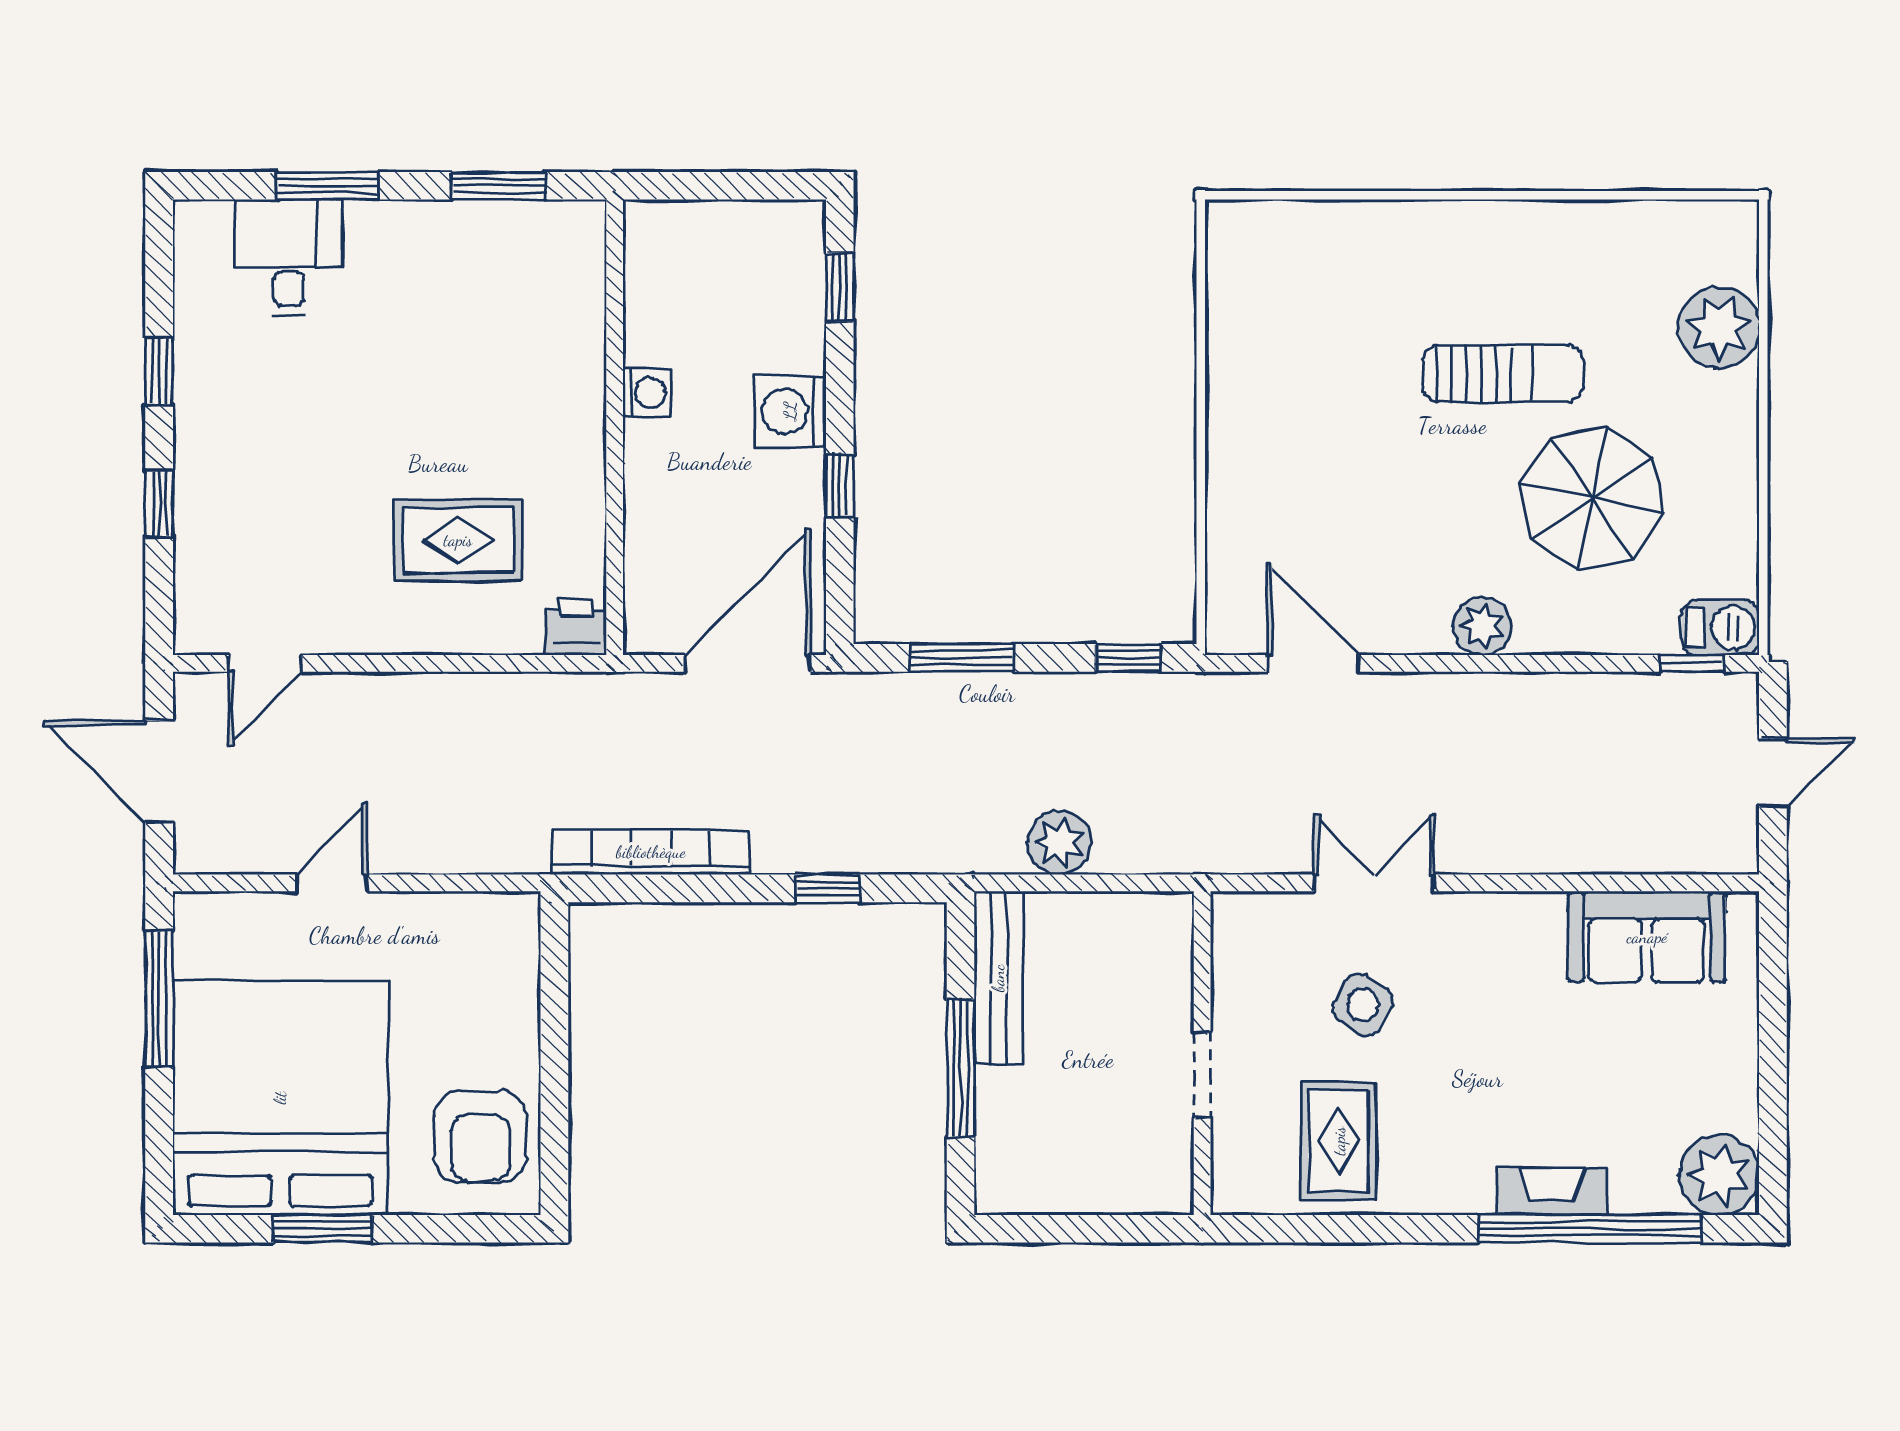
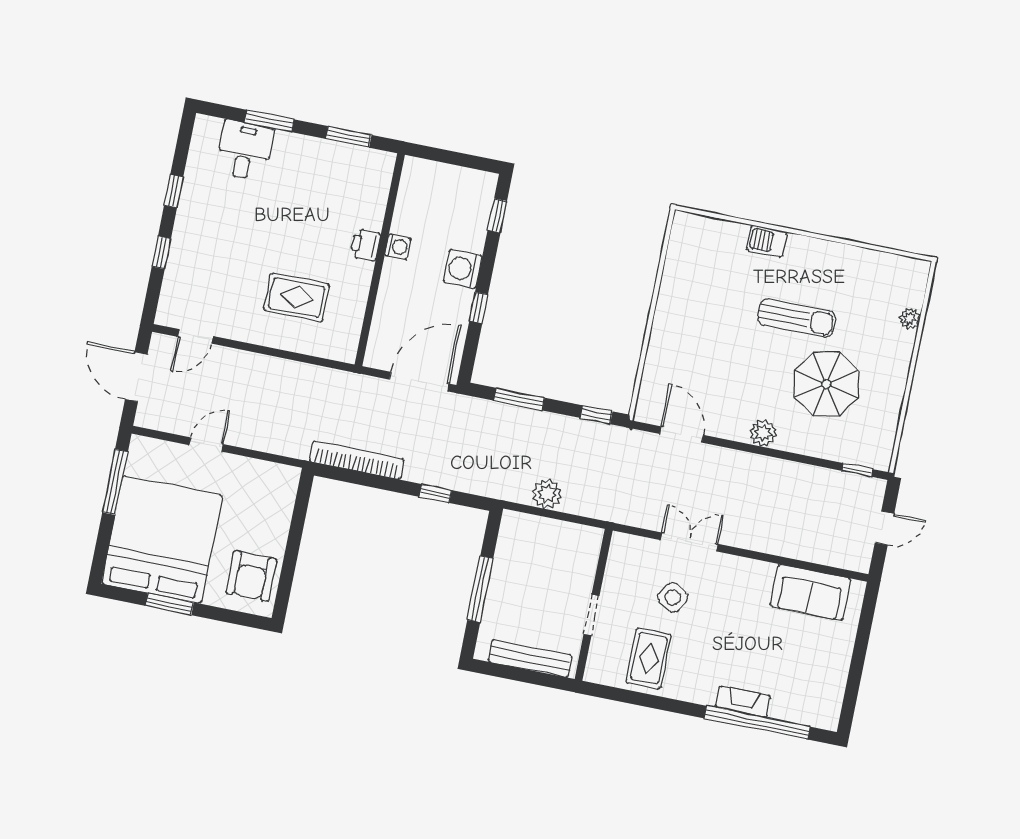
plant: (1719, 328) -> (910, 319), width x0.53, depth x0.53
printer: (576, 627) -> (365, 245), moved, turned -90
barbecue: (1720, 628) -> (767, 241), moved, turned 180
bench: (998, 978) -> (530, 658), moved, turned 90
plant: (1719, 1175) -> (822, 710), removed

